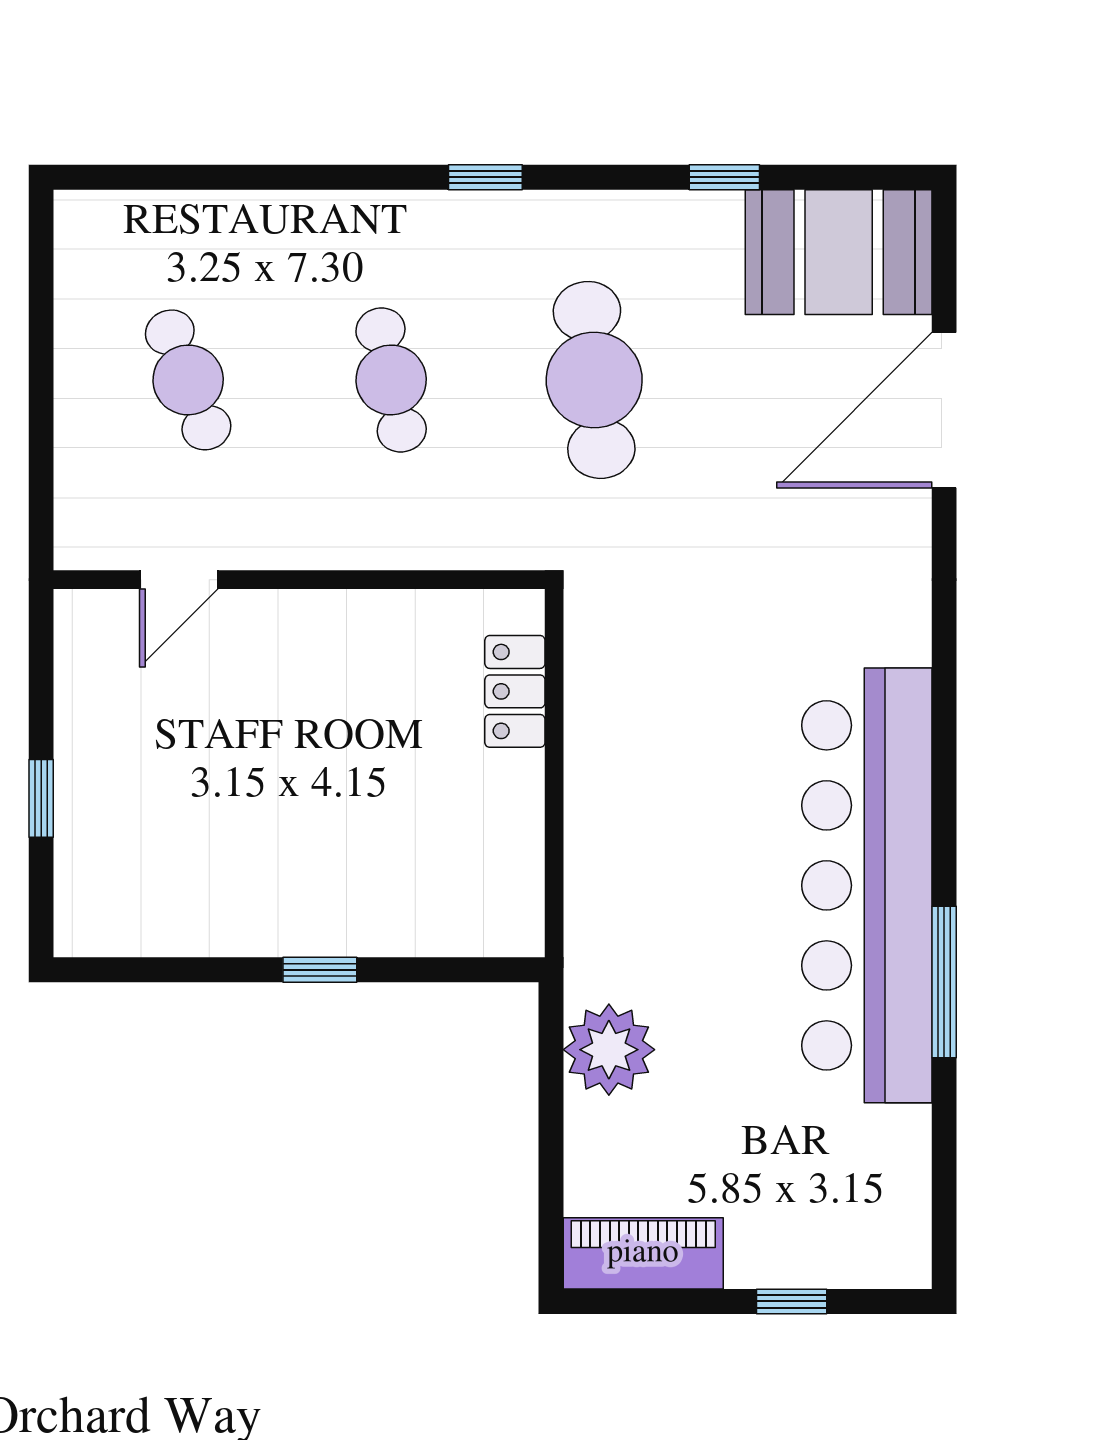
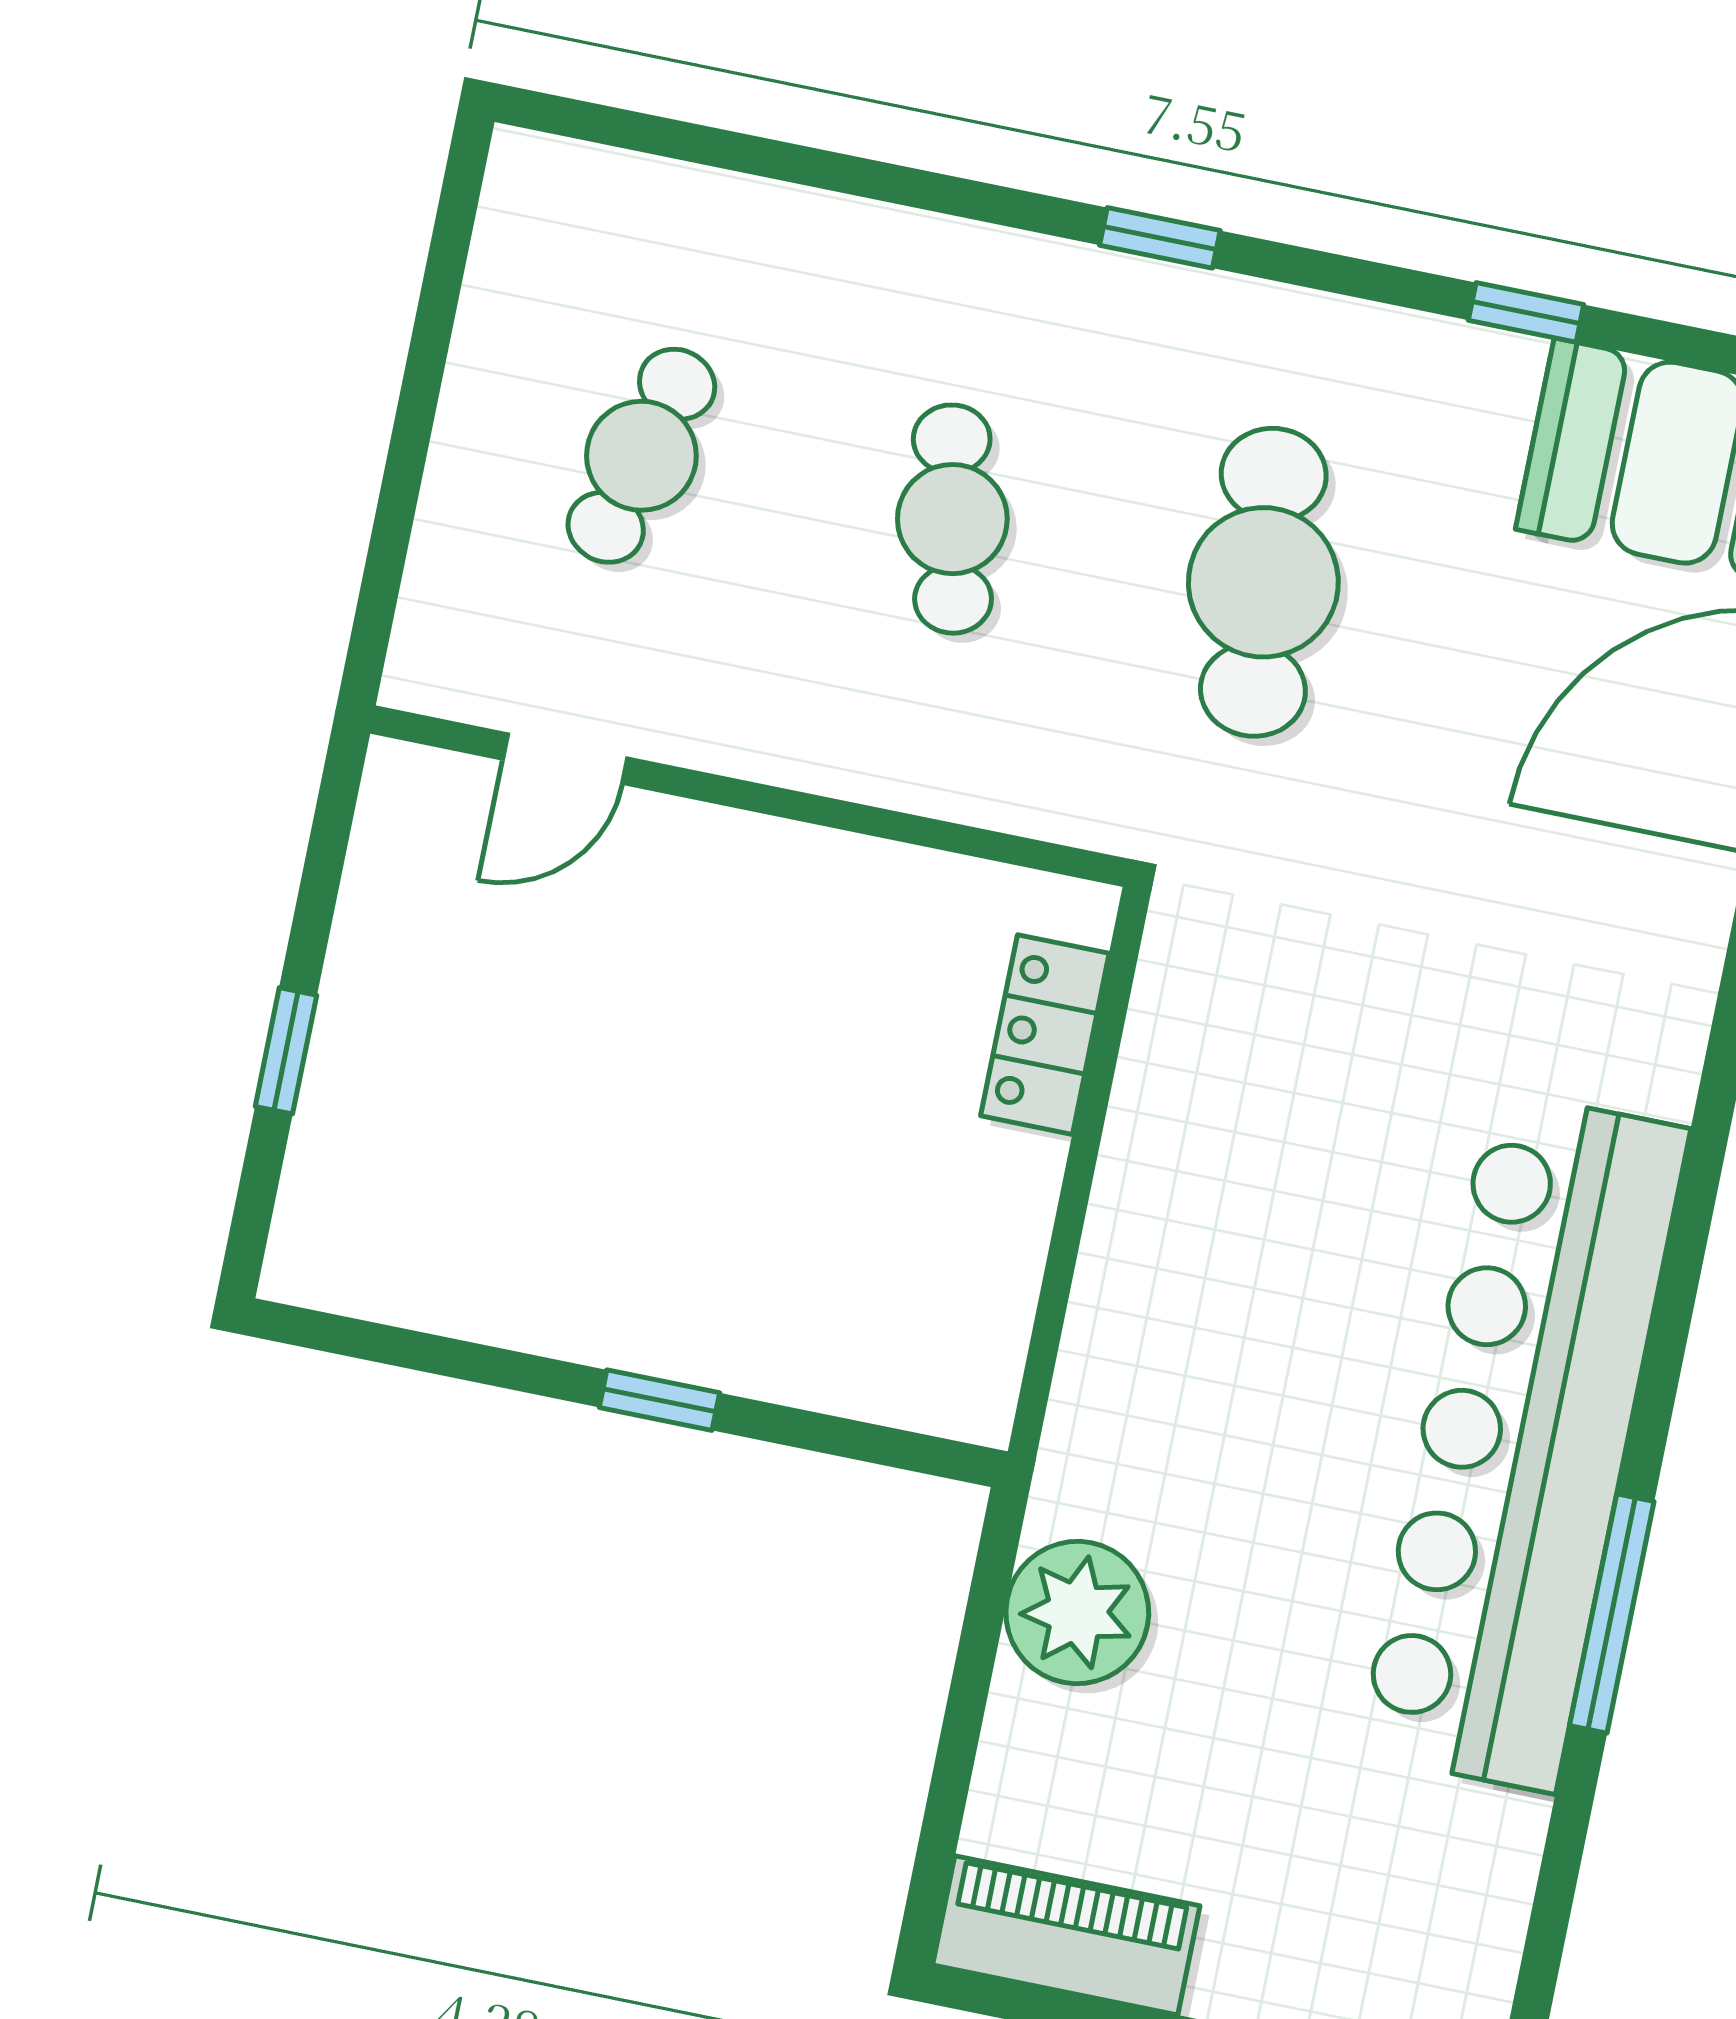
cafe table: (188, 380) -> (641, 456), turned 36

